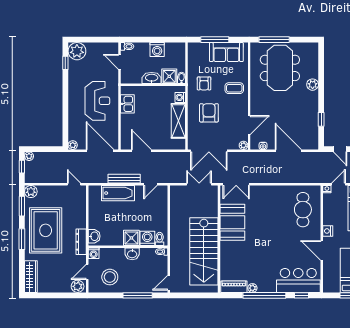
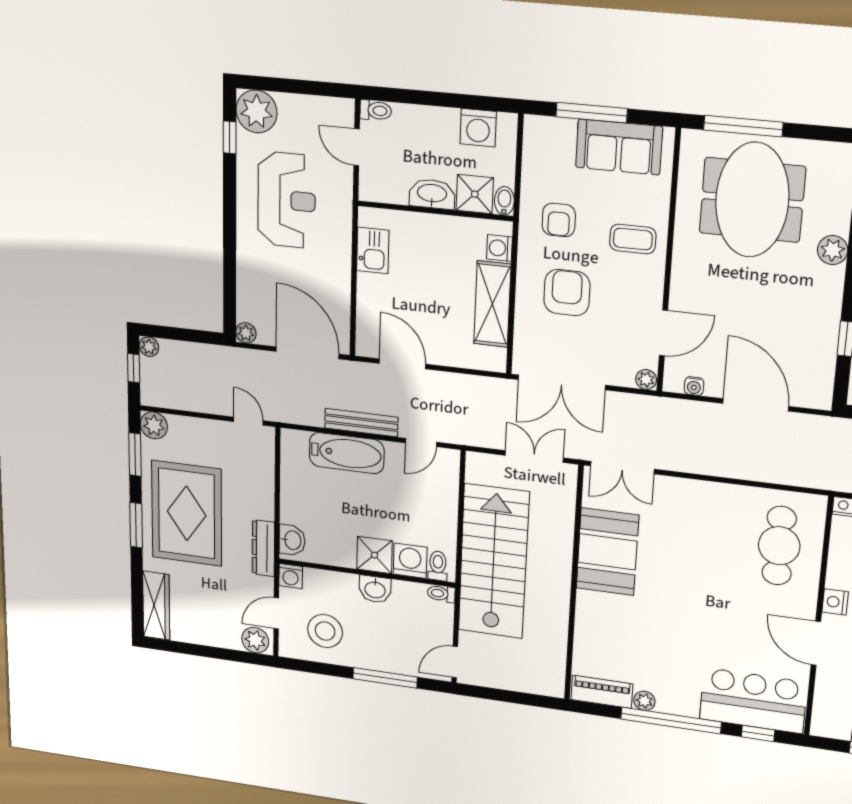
washing machine: (157, 50) -> (478, 128), moved
reception desk: (97, 101) -> (287, 200), moved
stairs: (204, 251) -> (493, 562), moved, turned 180

